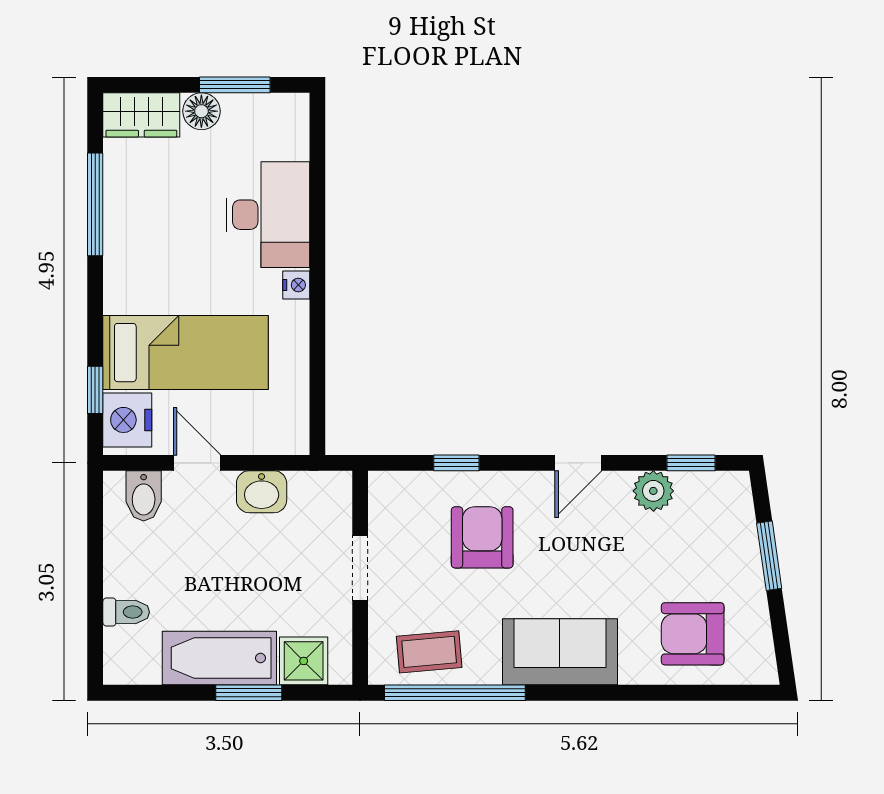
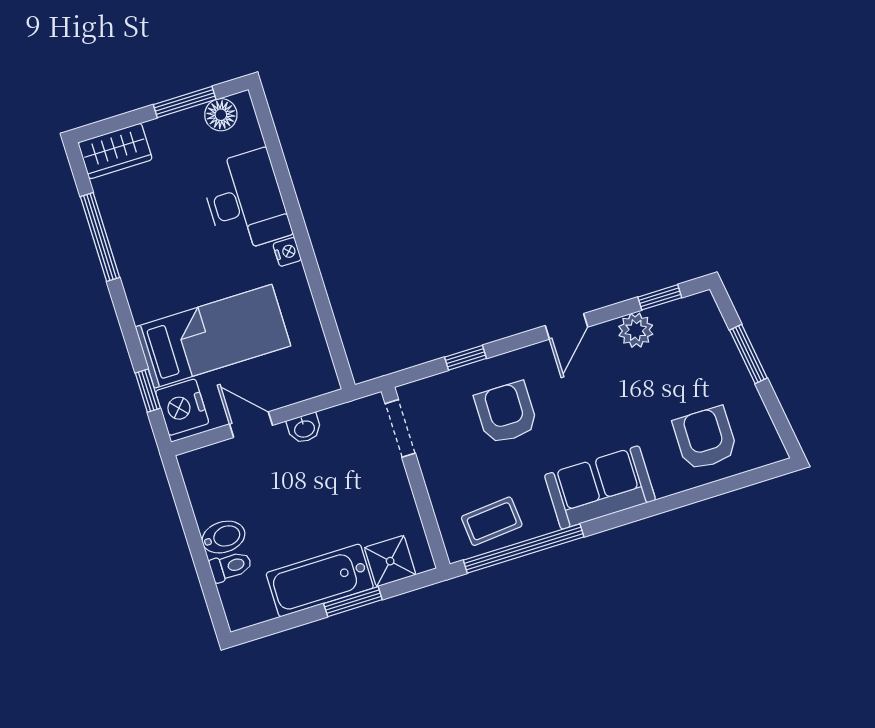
floor lamp: (201, 111) -> (221, 115), moved
washbasin: (262, 492) -> (304, 428), width x0.72, depth x0.69
bidet: (144, 496) -> (223, 537), moved, turned -90
doorway: (360, 568) -> (400, 428), moved
armchair: (693, 634) -> (705, 438), turned 90

